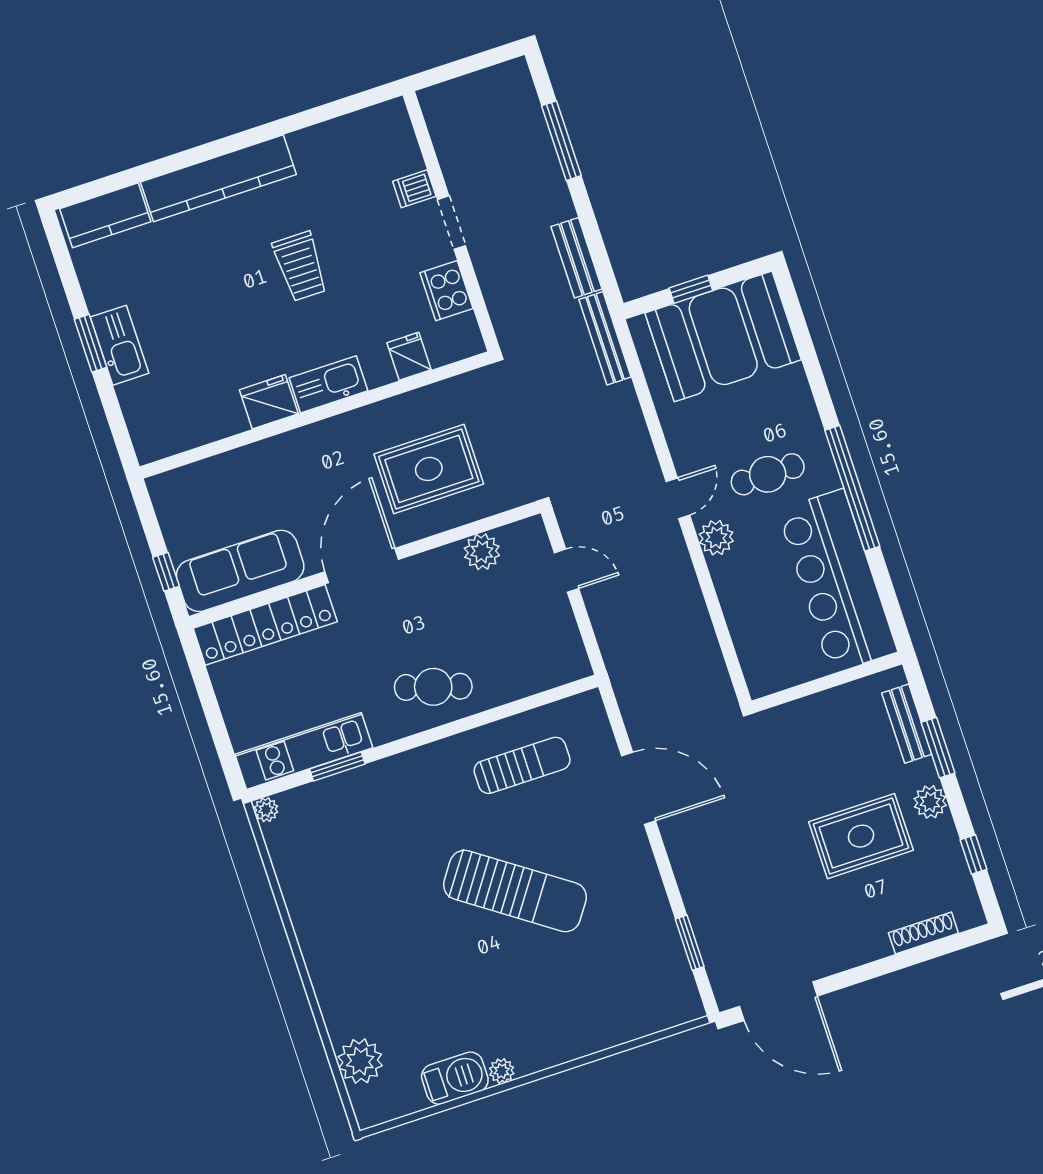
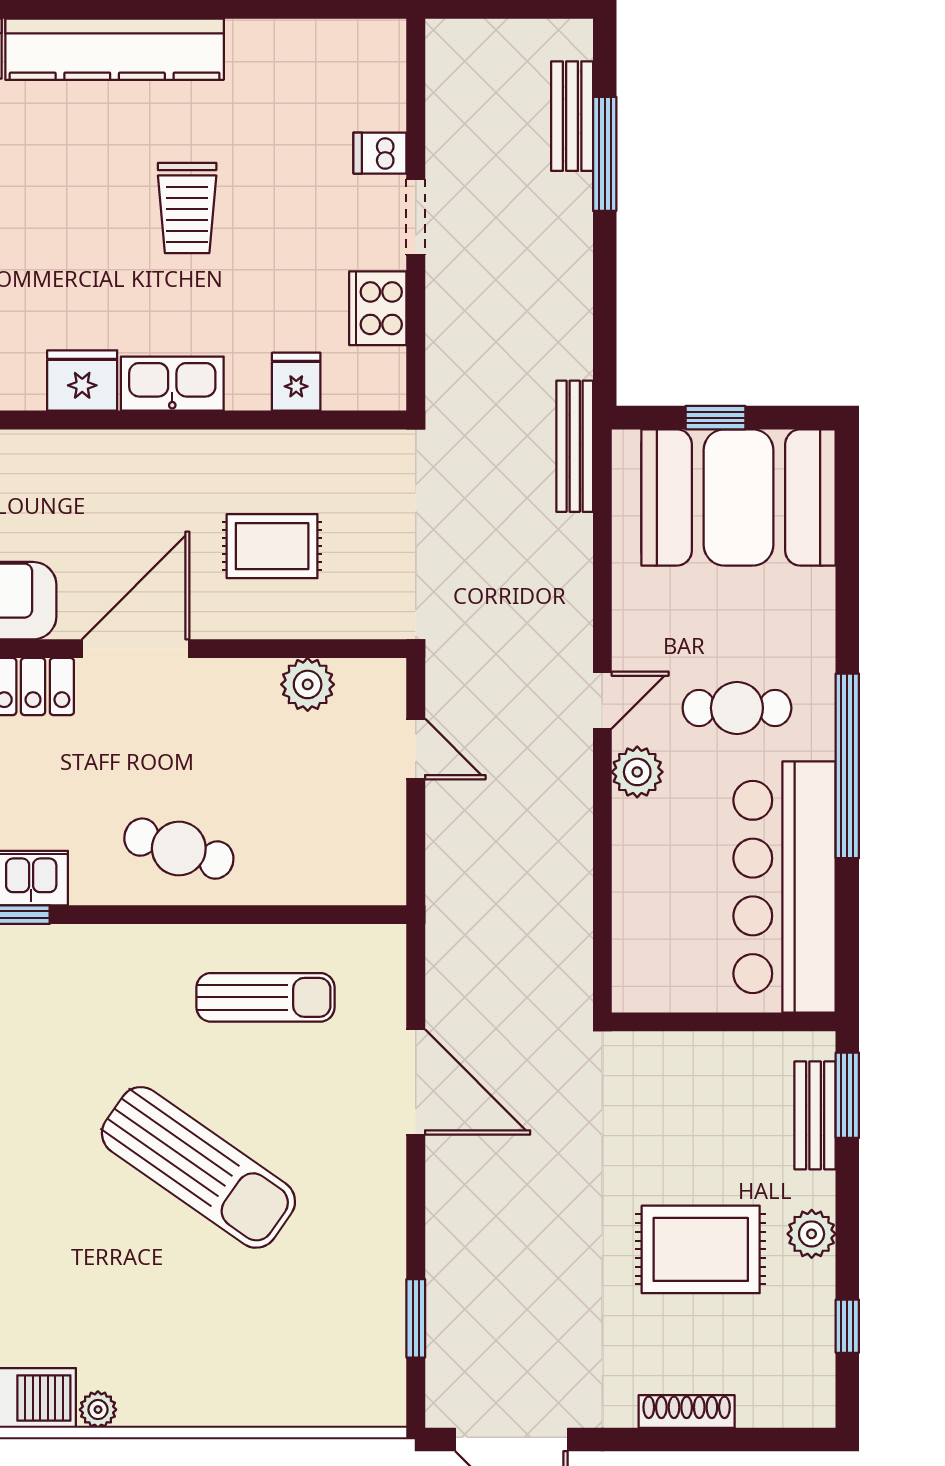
bench: (576, 258) -> (572, 116), moved
rug: (429, 469) -> (272, 546), width x0.73, depth x0.70
window: (938, 748) -> (847, 1095), moved
shoe rack: (923, 933) -> (687, 1412), moved

